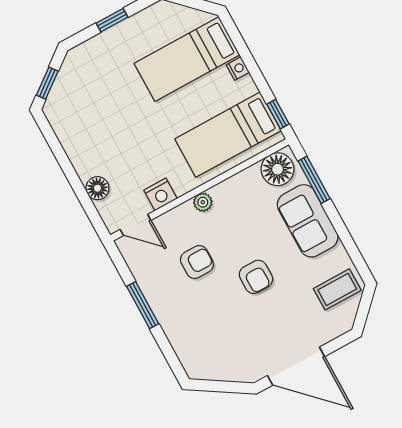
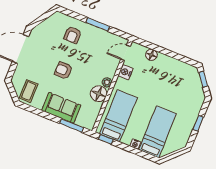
floor lamp: (277, 169) -> (99, 94), moved
armchair: (197, 262) -> (73, 35), moved

